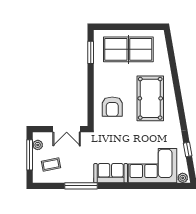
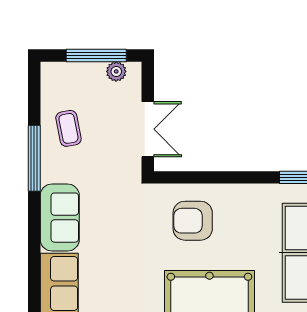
double door: (67, 129) -> (148, 129), swing flipped
coffee table: (51, 165) -> (68, 128), moved

